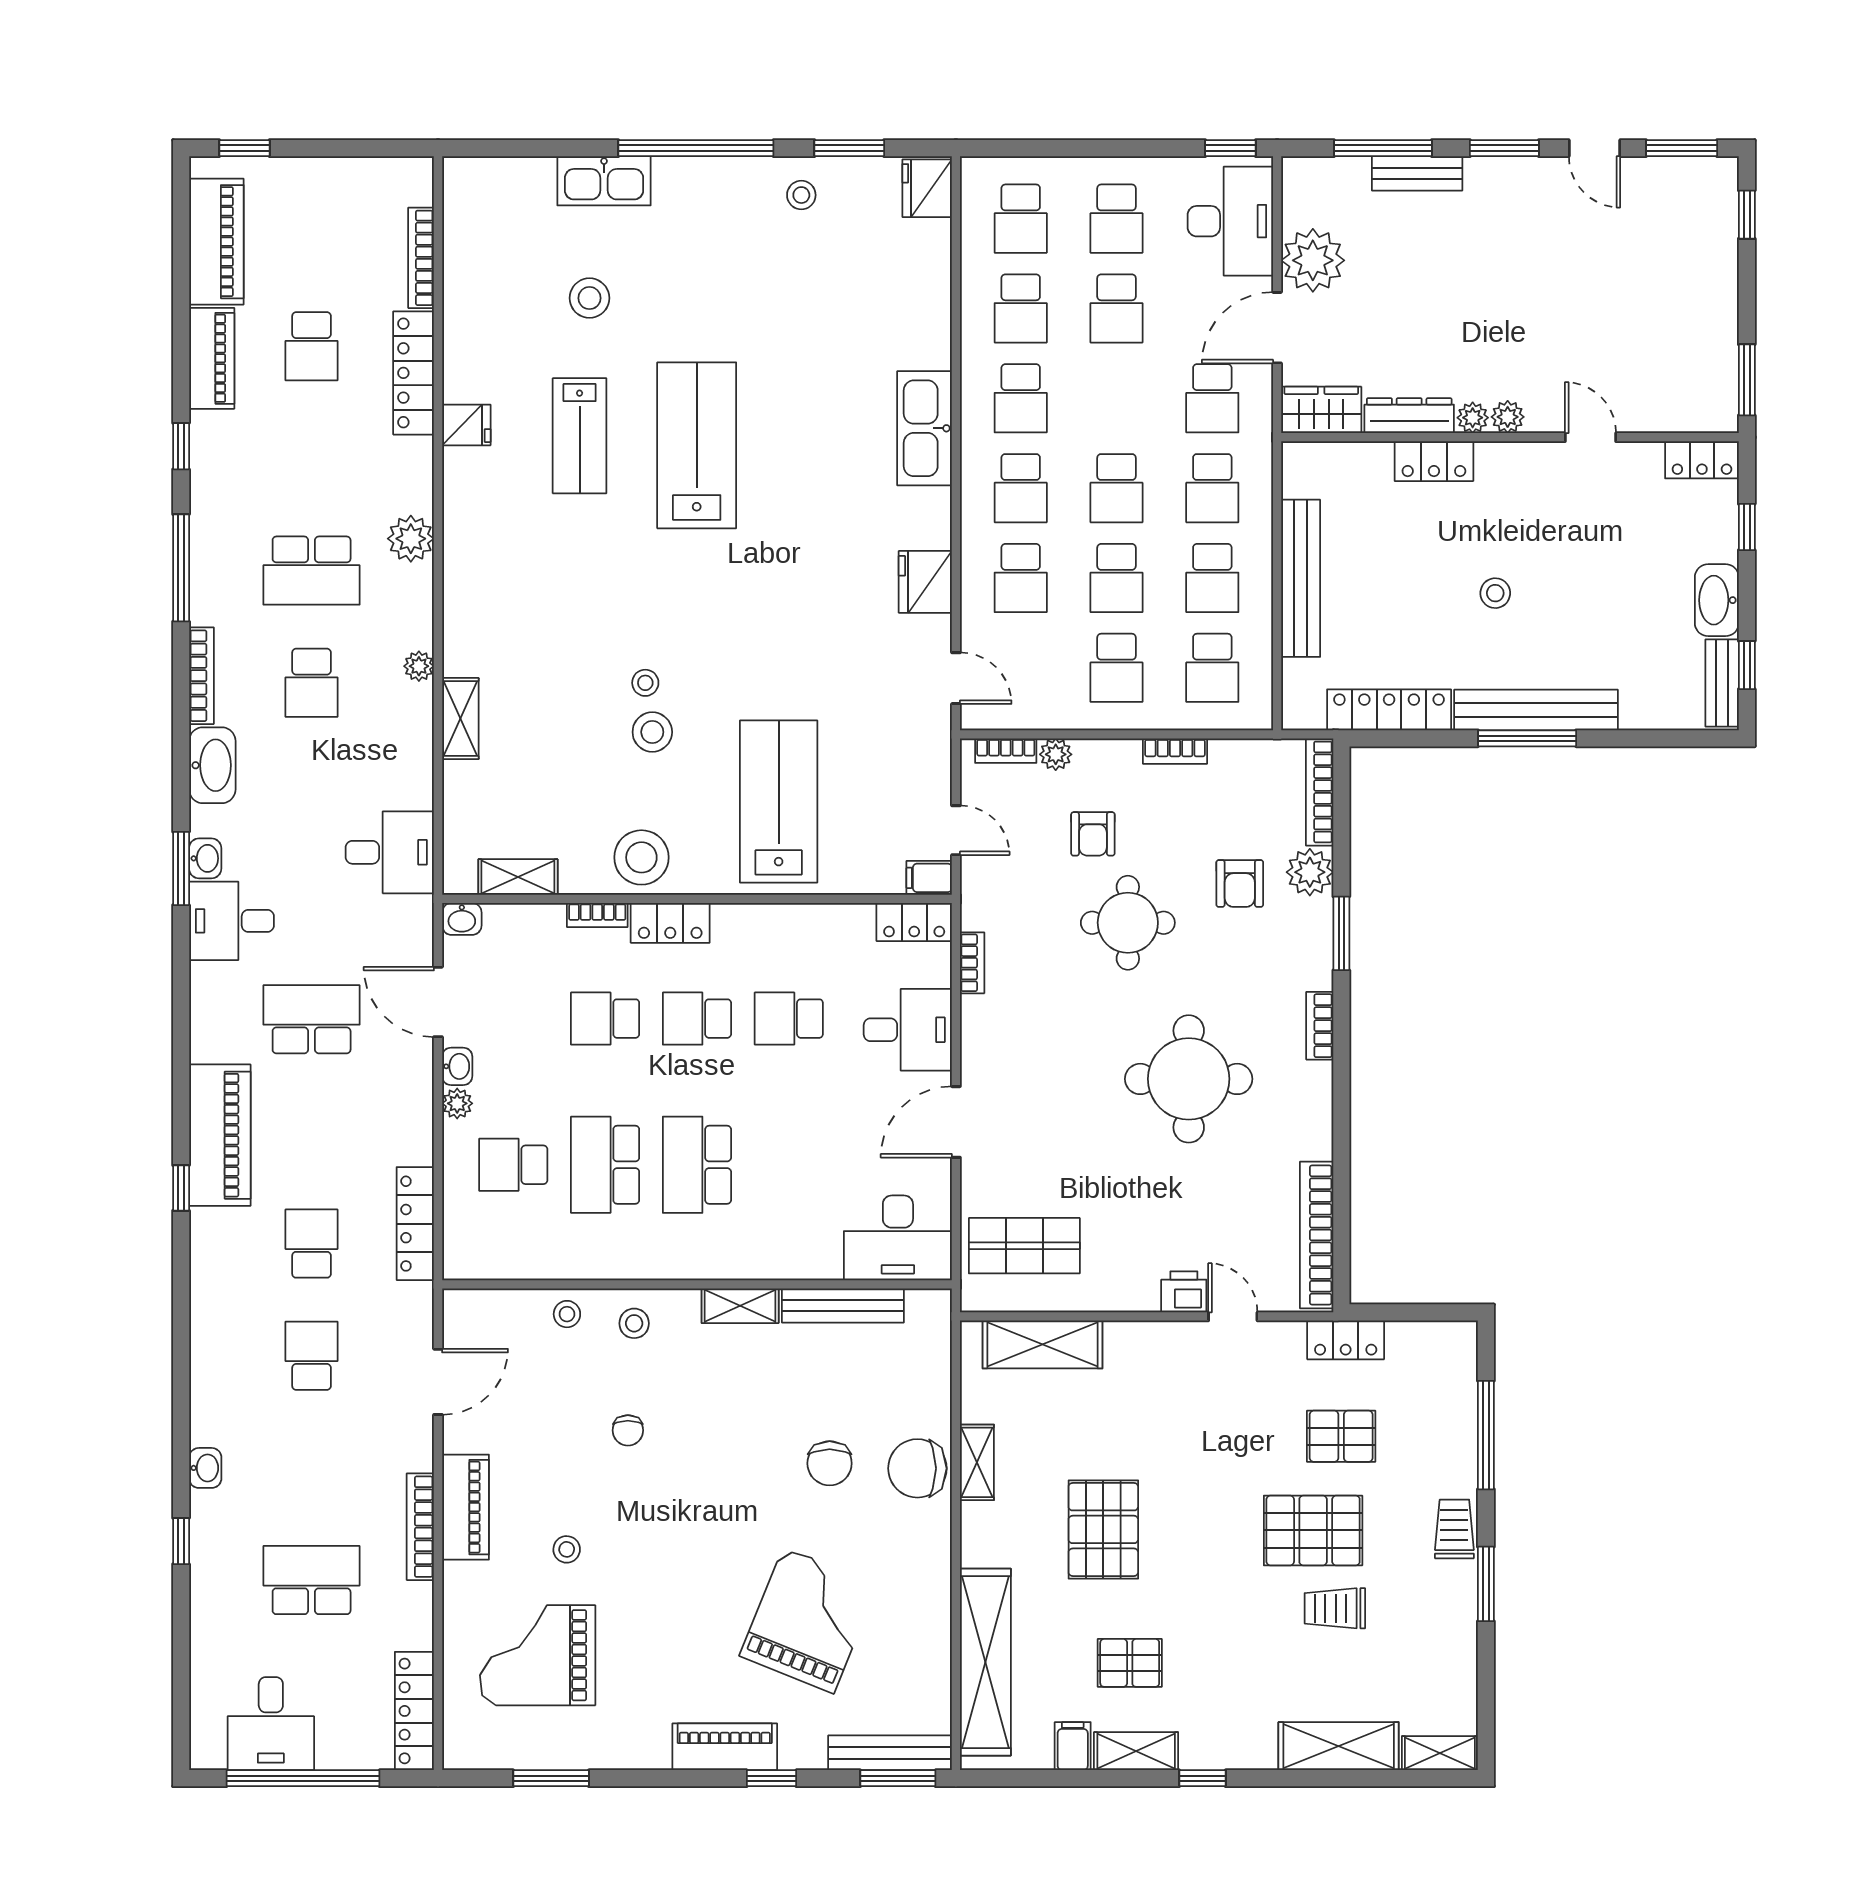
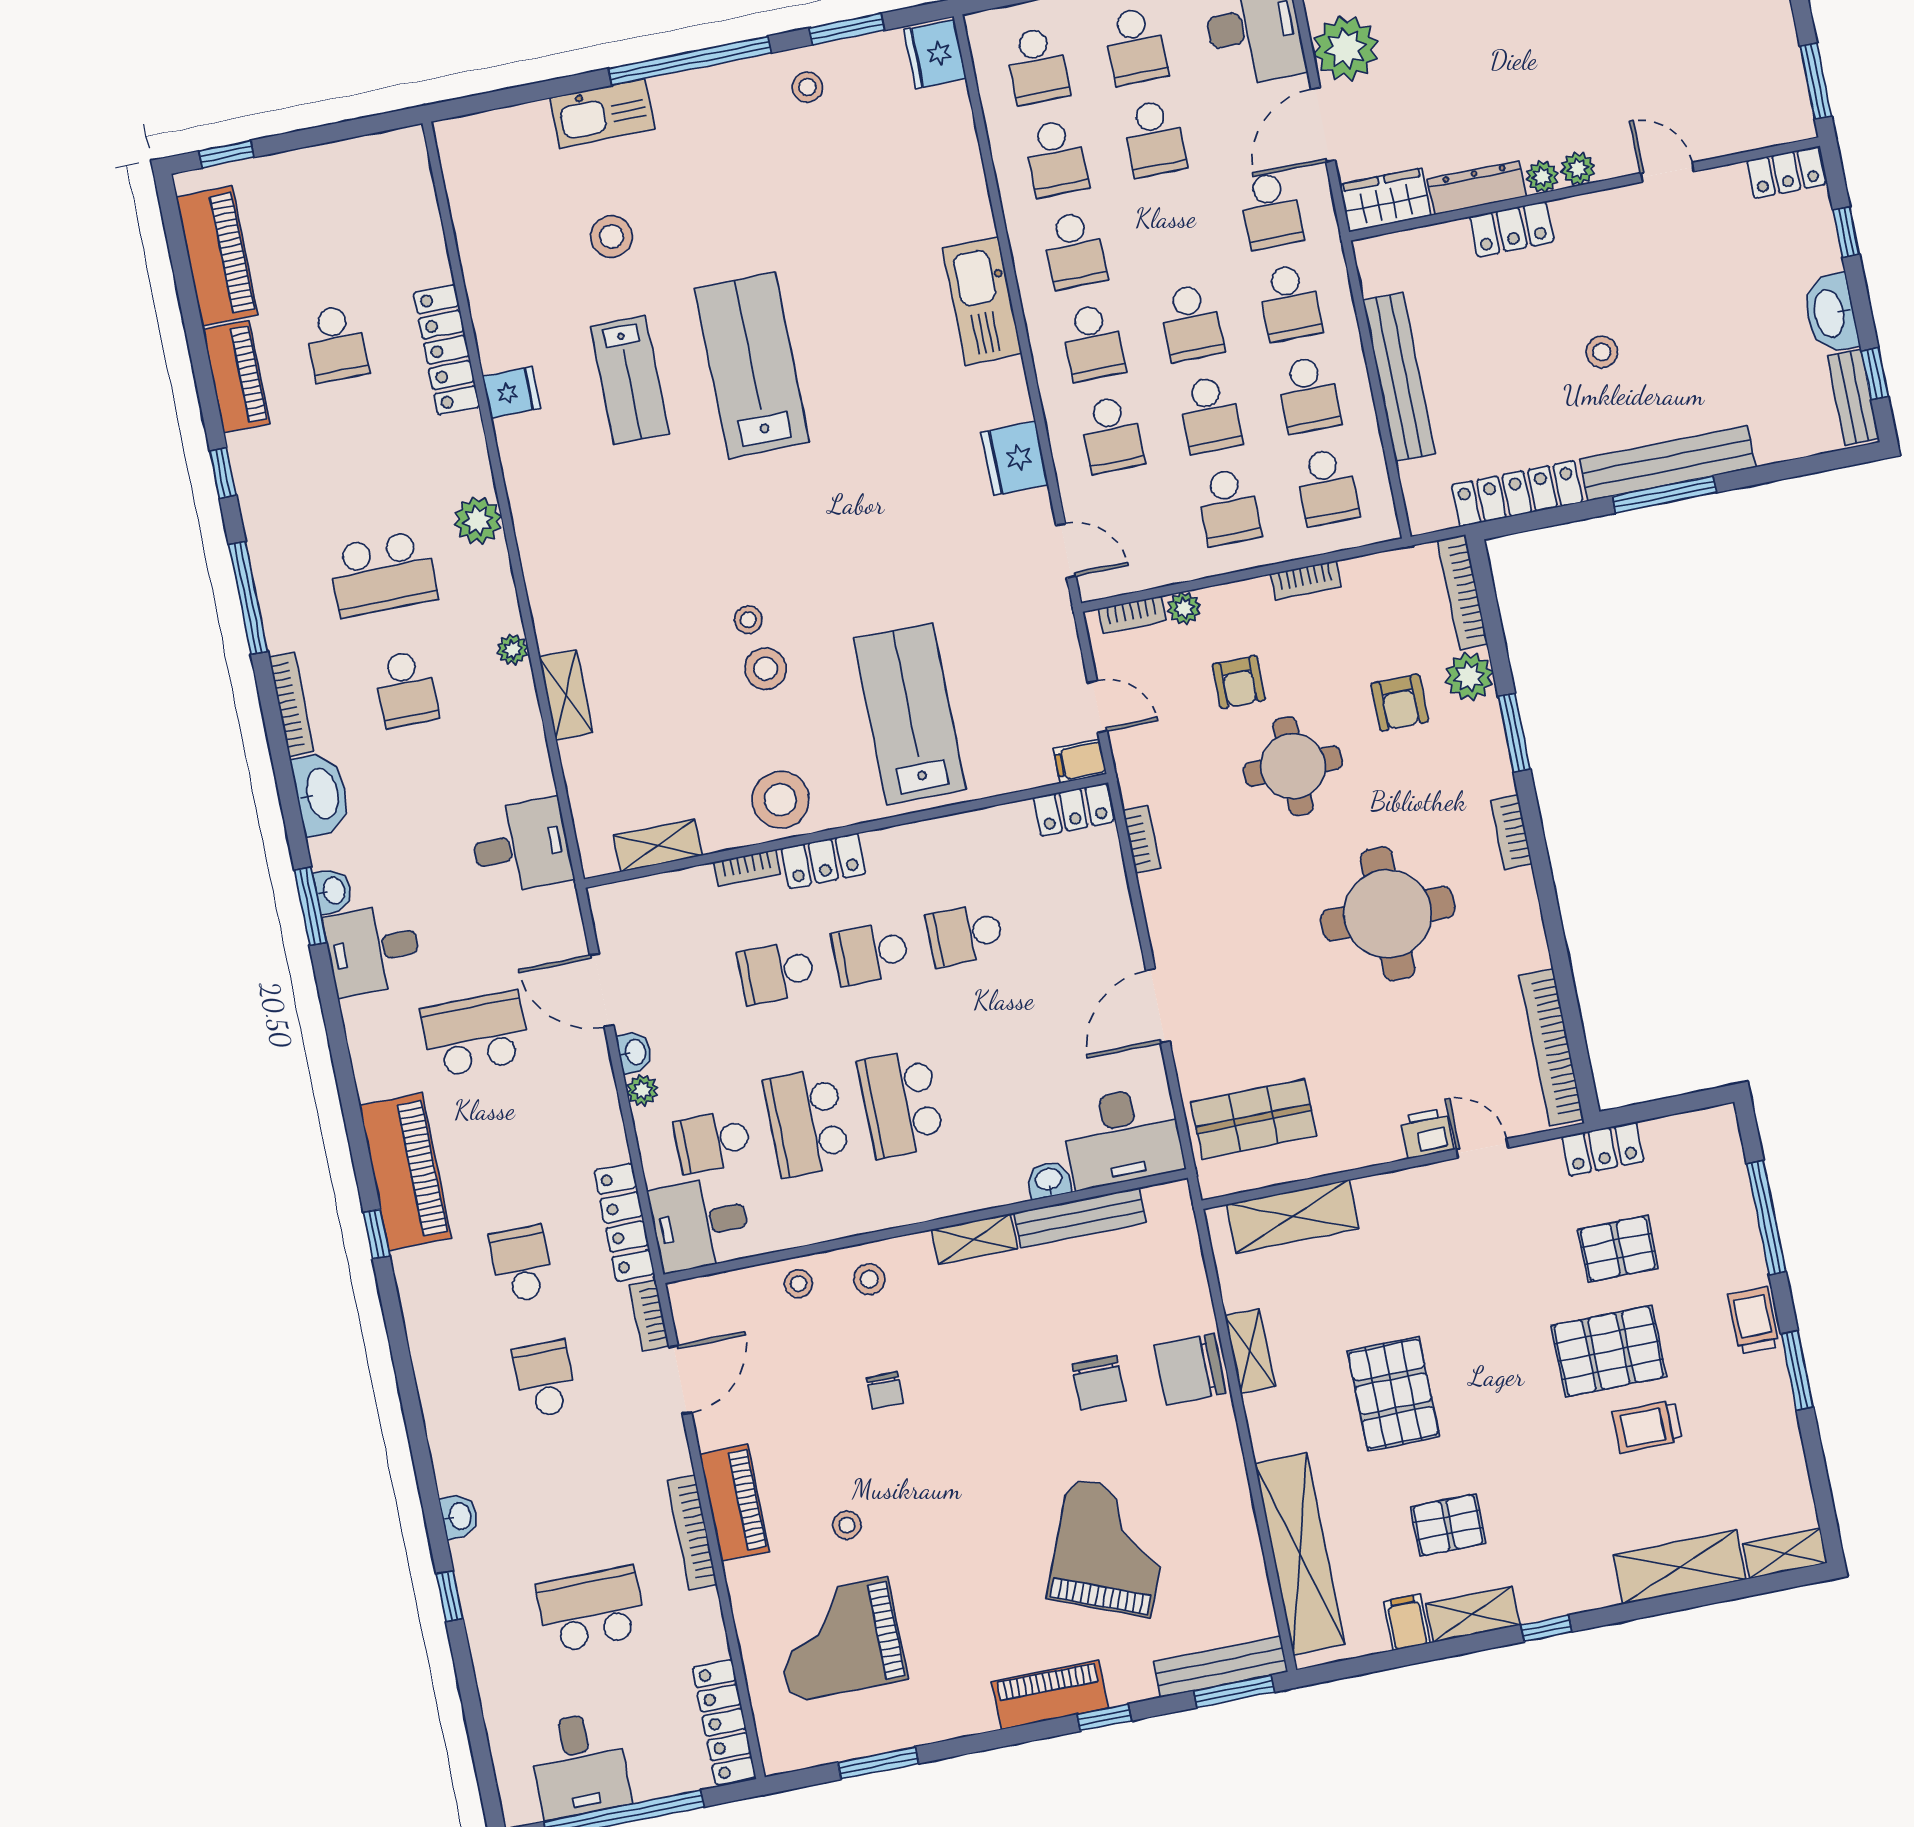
bookcase: (421, 258) -> (649, 1315), moved, width x0.64
washbasin: (462, 919) -> (1049, 1180), moved, turned 180
desk: (908, 1030) -> (700, 1224), moved, turned 180

